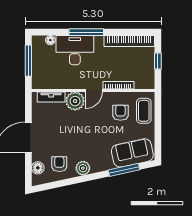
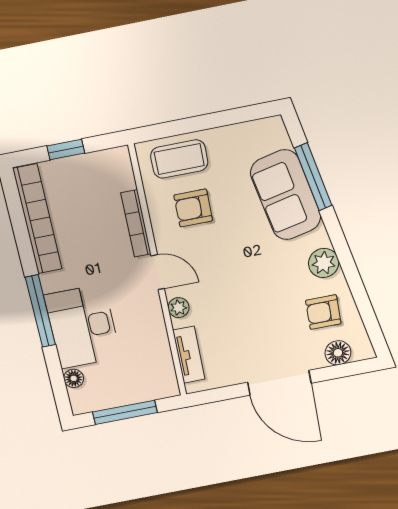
plant: (75, 101) -> (179, 308), width x0.53, depth x0.53
sofa: (132, 153) -> (286, 195), moved

